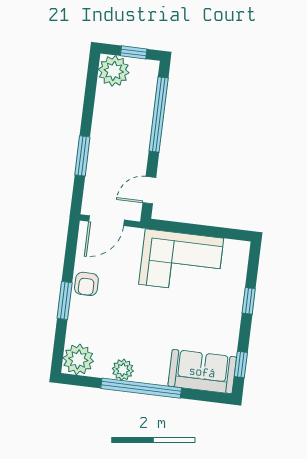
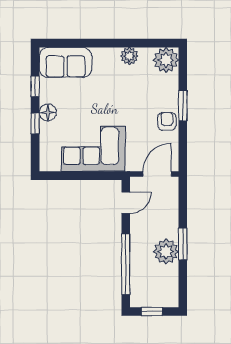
plant: (114, 71) -> (166, 252), moved
window: (82, 156) -> (183, 244), moved
floor lamp: (231, 313) -> (48, 113), added
window: (241, 365) -> (35, 86), moved
window: (141, 388) -> (113, 43), removed

